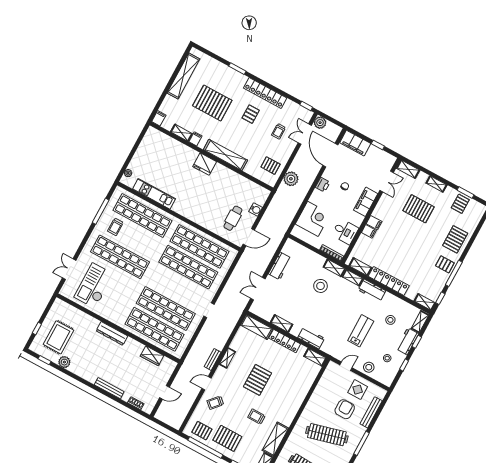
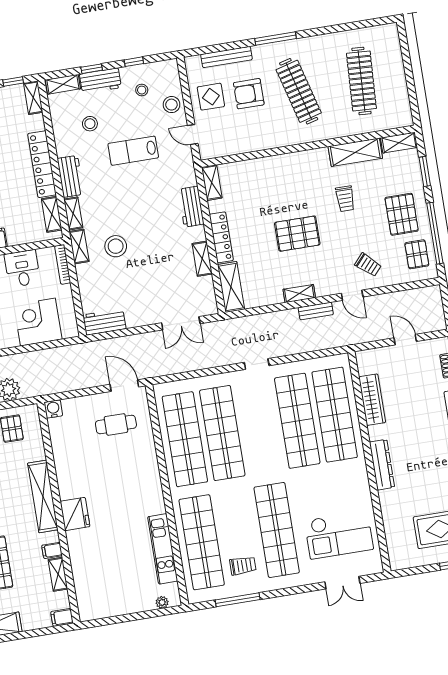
water cooler: (256, 210) -> (53, 409), moved
workbench: (280, 266) -> (104, 322), moved
wardrobe: (152, 356) -> (372, 400), width x1.50

